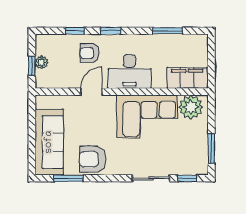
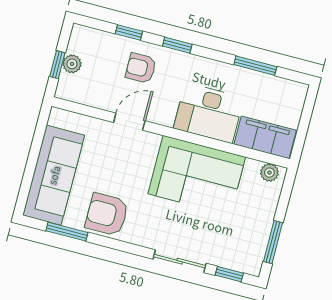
desk: (130, 72) -> (209, 113), moved
plant: (191, 107) -> (269, 173), width x0.53, depth x0.53

